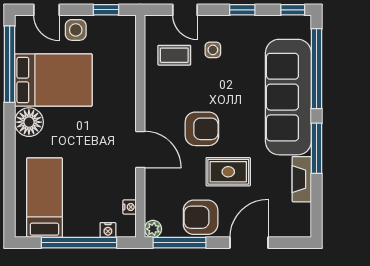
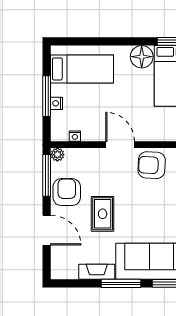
armchair: (202, 129) -> (152, 165), moved, turned 93
door: (140, 149) -> (120, 145), swing flipped
nightstand: (108, 230) -> (57, 103), moved
window: (79, 243) -> (47, 96), width x0.68

